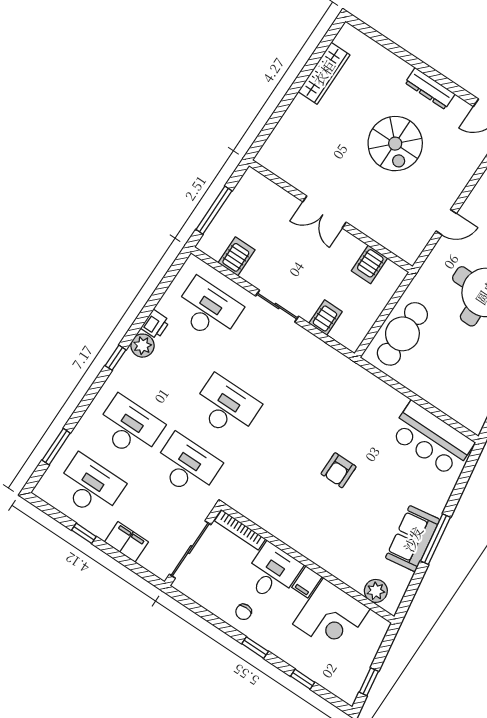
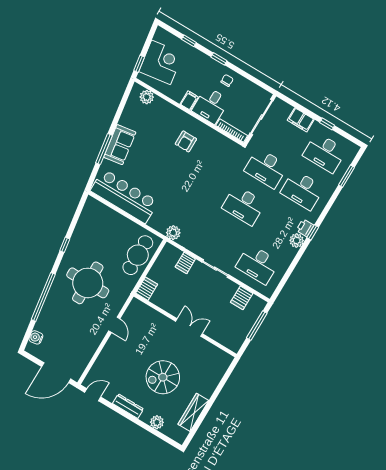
plant: (384, 60) -> (157, 422), added
spiral stairs: (395, 144) -> (163, 377), moved, turned -90
door: (446, 222) -> (114, 325), swing flipped
server rack: (370, 264) -> (147, 289), moved
printer: (155, 324) -> (305, 228), moved
plant: (343, 368) -> (173, 233), added
bar counter: (432, 439) -> (124, 196), width x1.36
armchair: (339, 470) -> (186, 141), moved, turned 180
sofa: (413, 539) -> (120, 145), moved
window: (435, 539) -> (104, 149), moved
corner desk: (331, 616) -> (161, 62), moved, turned 81
window: (369, 682) -> (139, 64), moved

